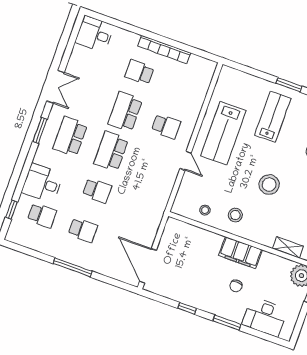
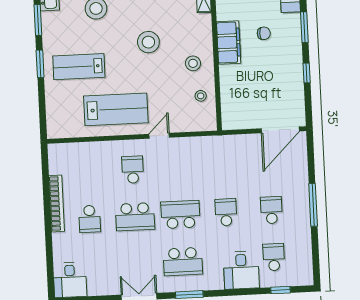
school desk: (111, 151) -> (180, 214), turned 180

